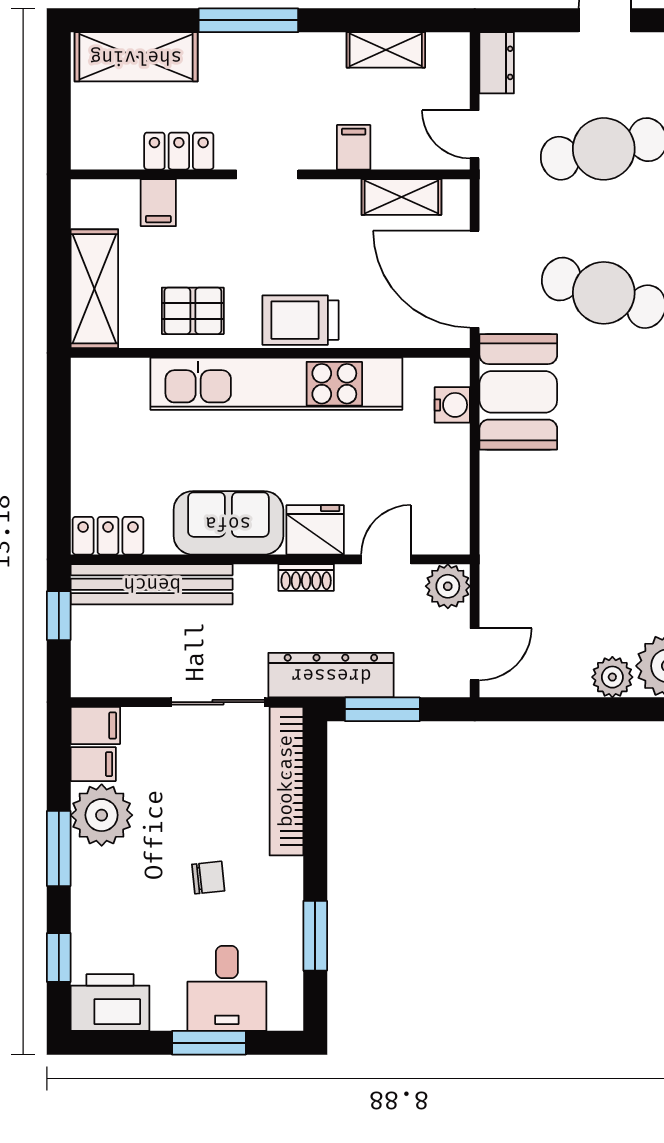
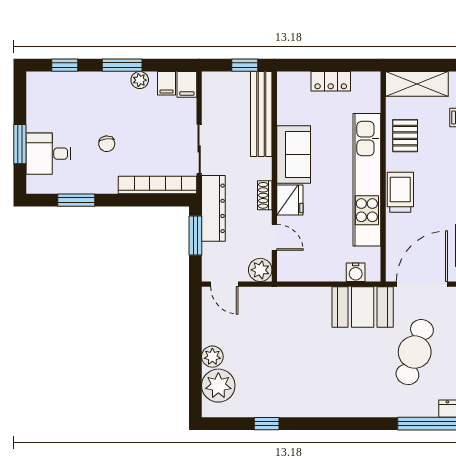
locker: (108, 536) -> (331, 81), moved, turned 90
plant: (102, 815) -> (140, 80), width x0.53, depth x0.53
printer: (110, 1003) -> (41, 92), removed

